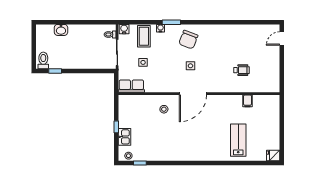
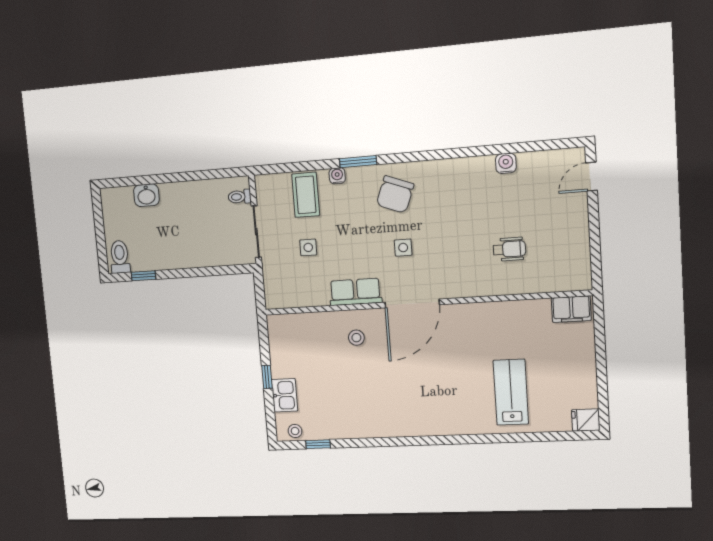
water cooler: (124, 29) -> (506, 163), moved
row of seats: (131, 86) -> (355, 292), moved
filing cabinet: (247, 101) -> (571, 309), moved, width x2.00

